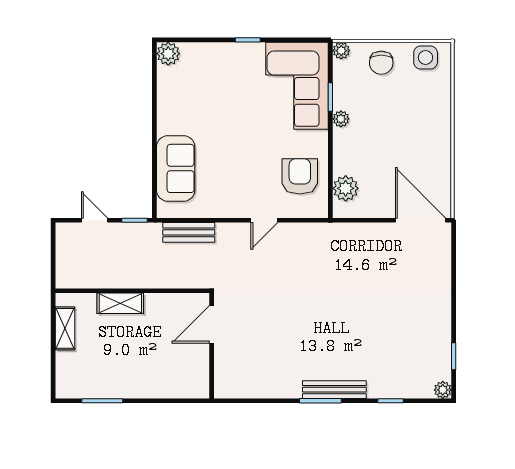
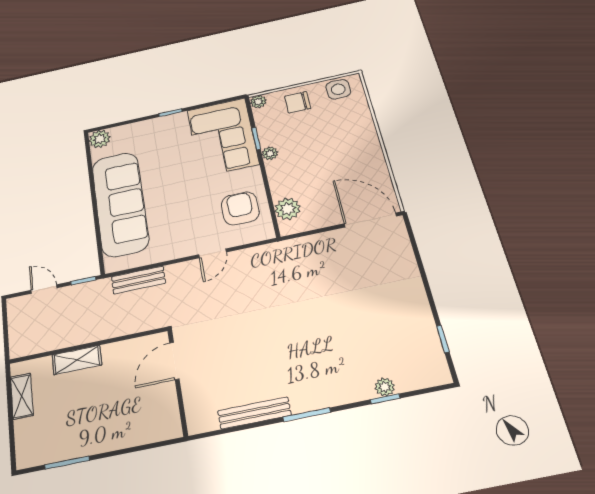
chair: (381, 63) -> (298, 102), turned 90
sofa: (176, 168) -> (120, 204), width x1.85, depth x1.27
bench: (334, 390) -> (254, 413), moved
plant: (443, 390) -> (385, 387), moved

